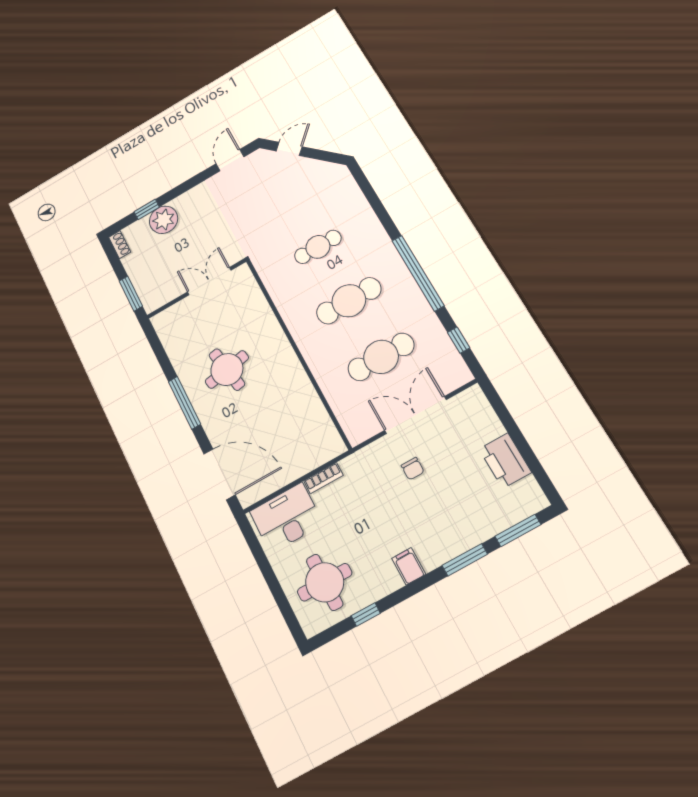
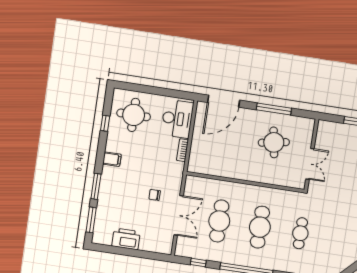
double door: (209, 281) -> (310, 164), moved
wall: (196, 289) -> (311, 155), moved

